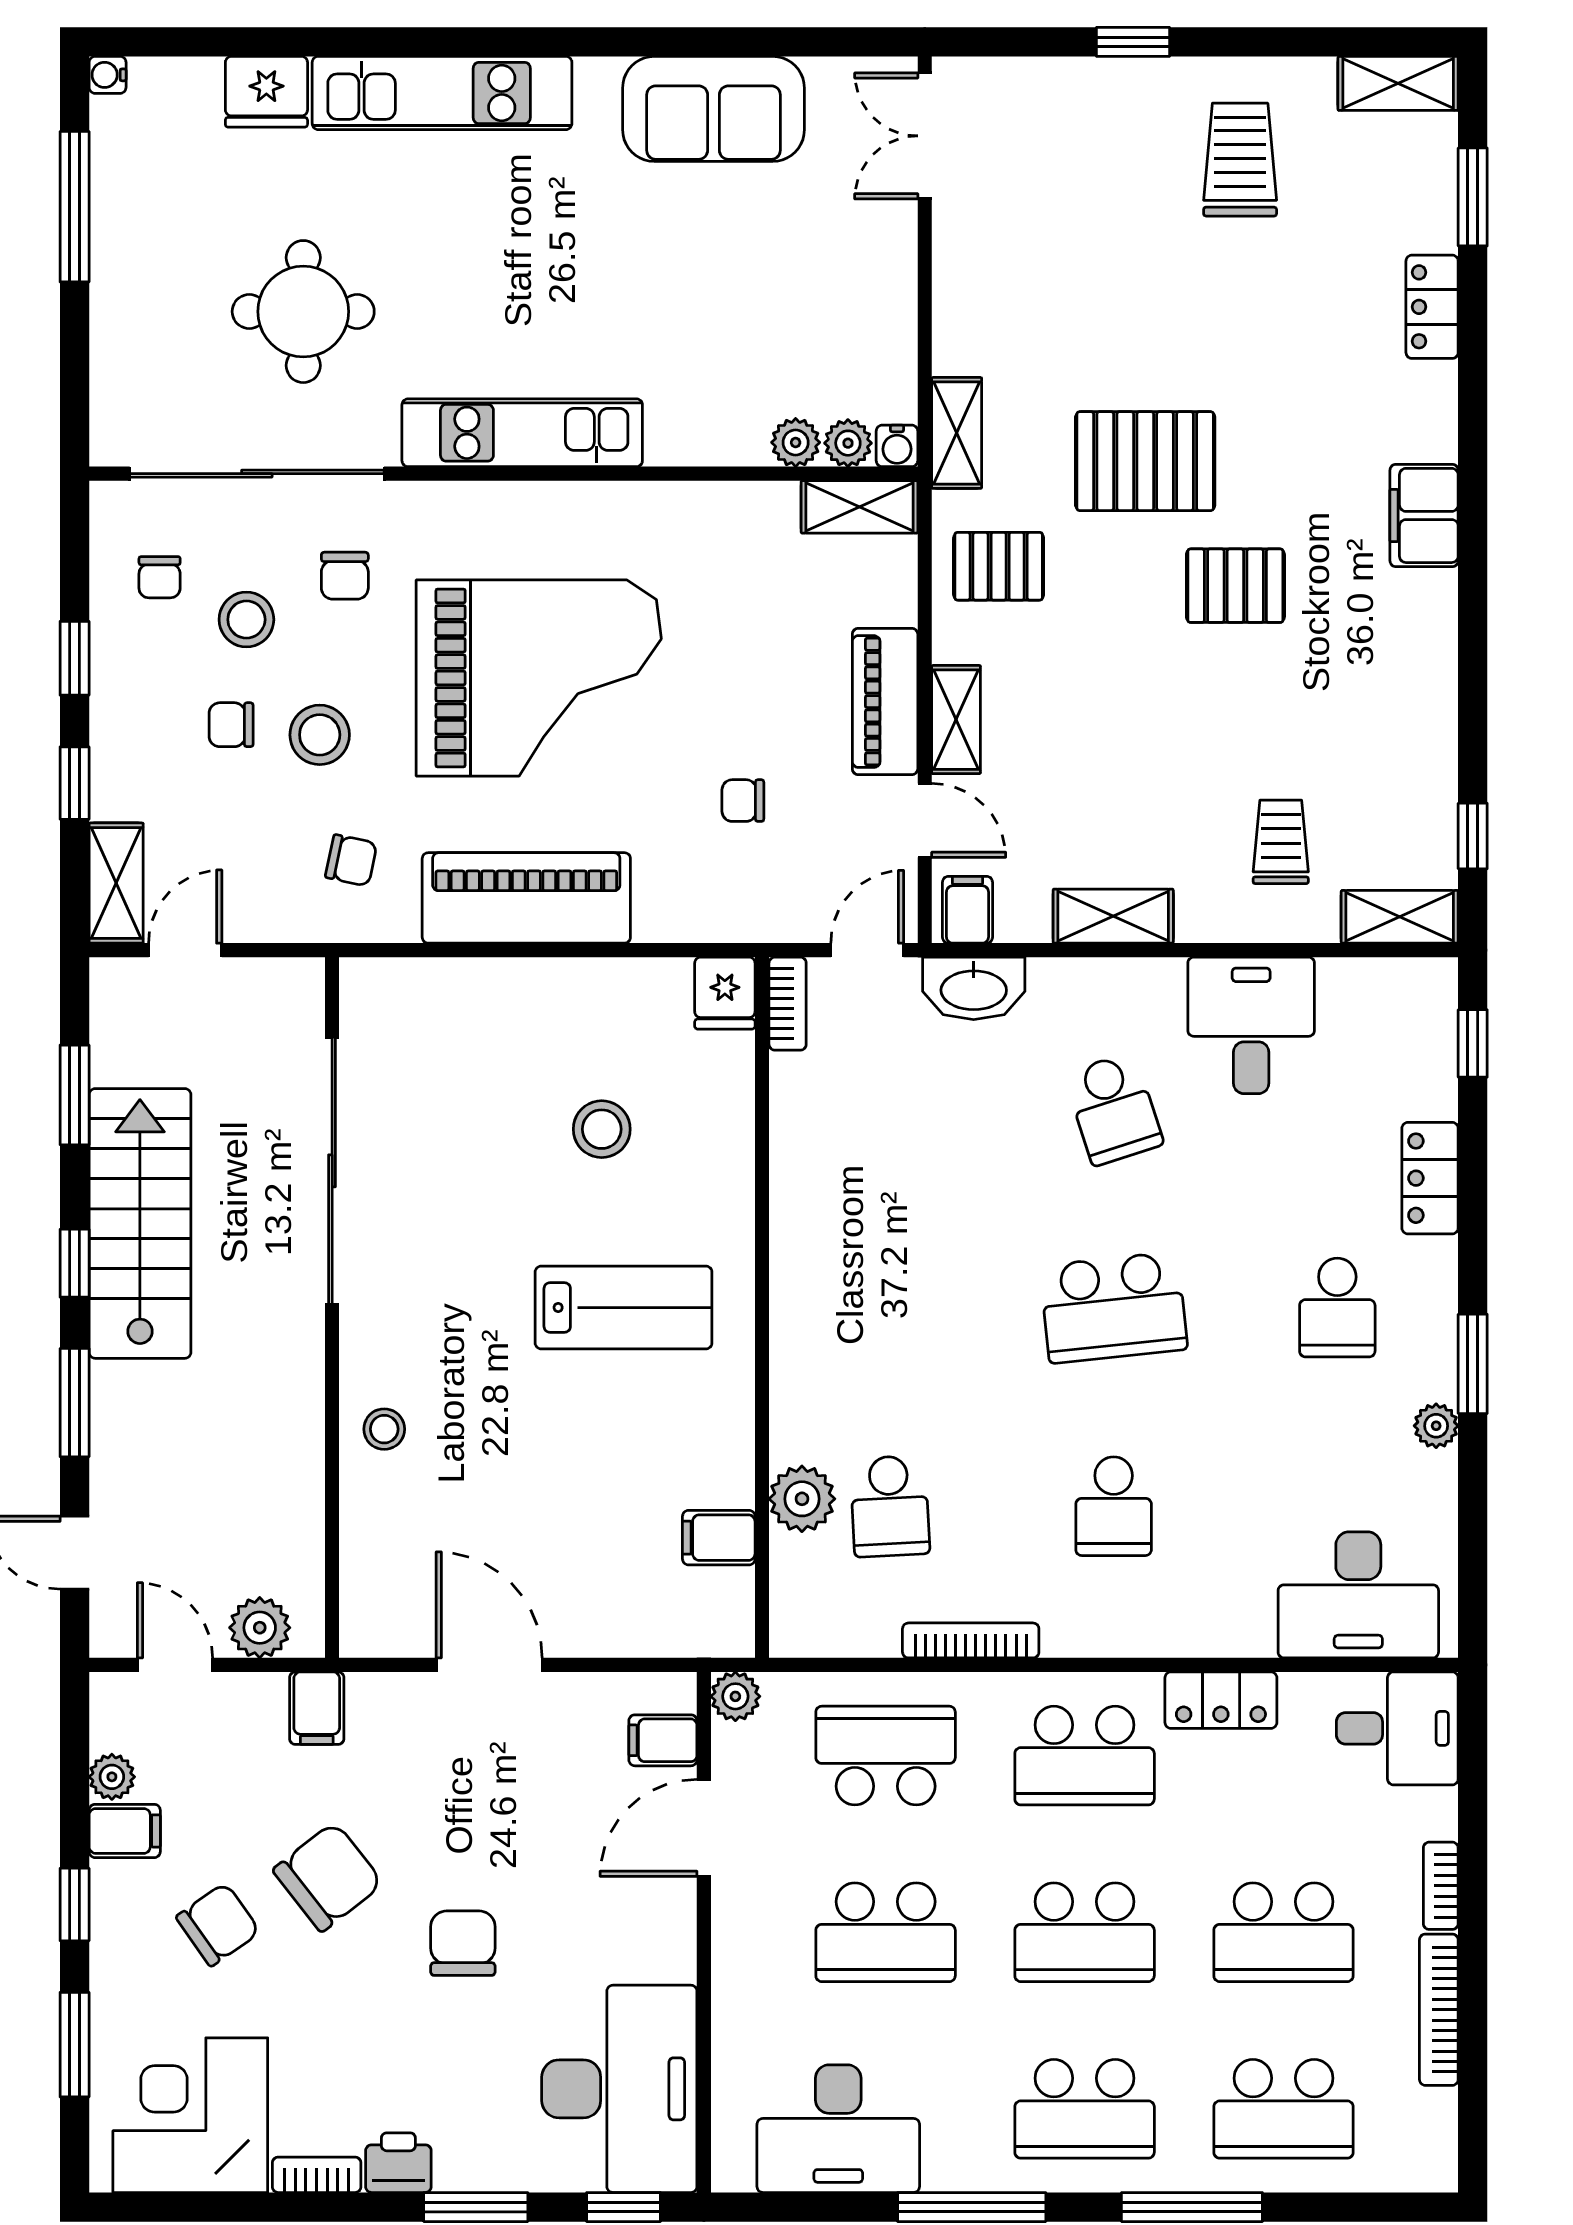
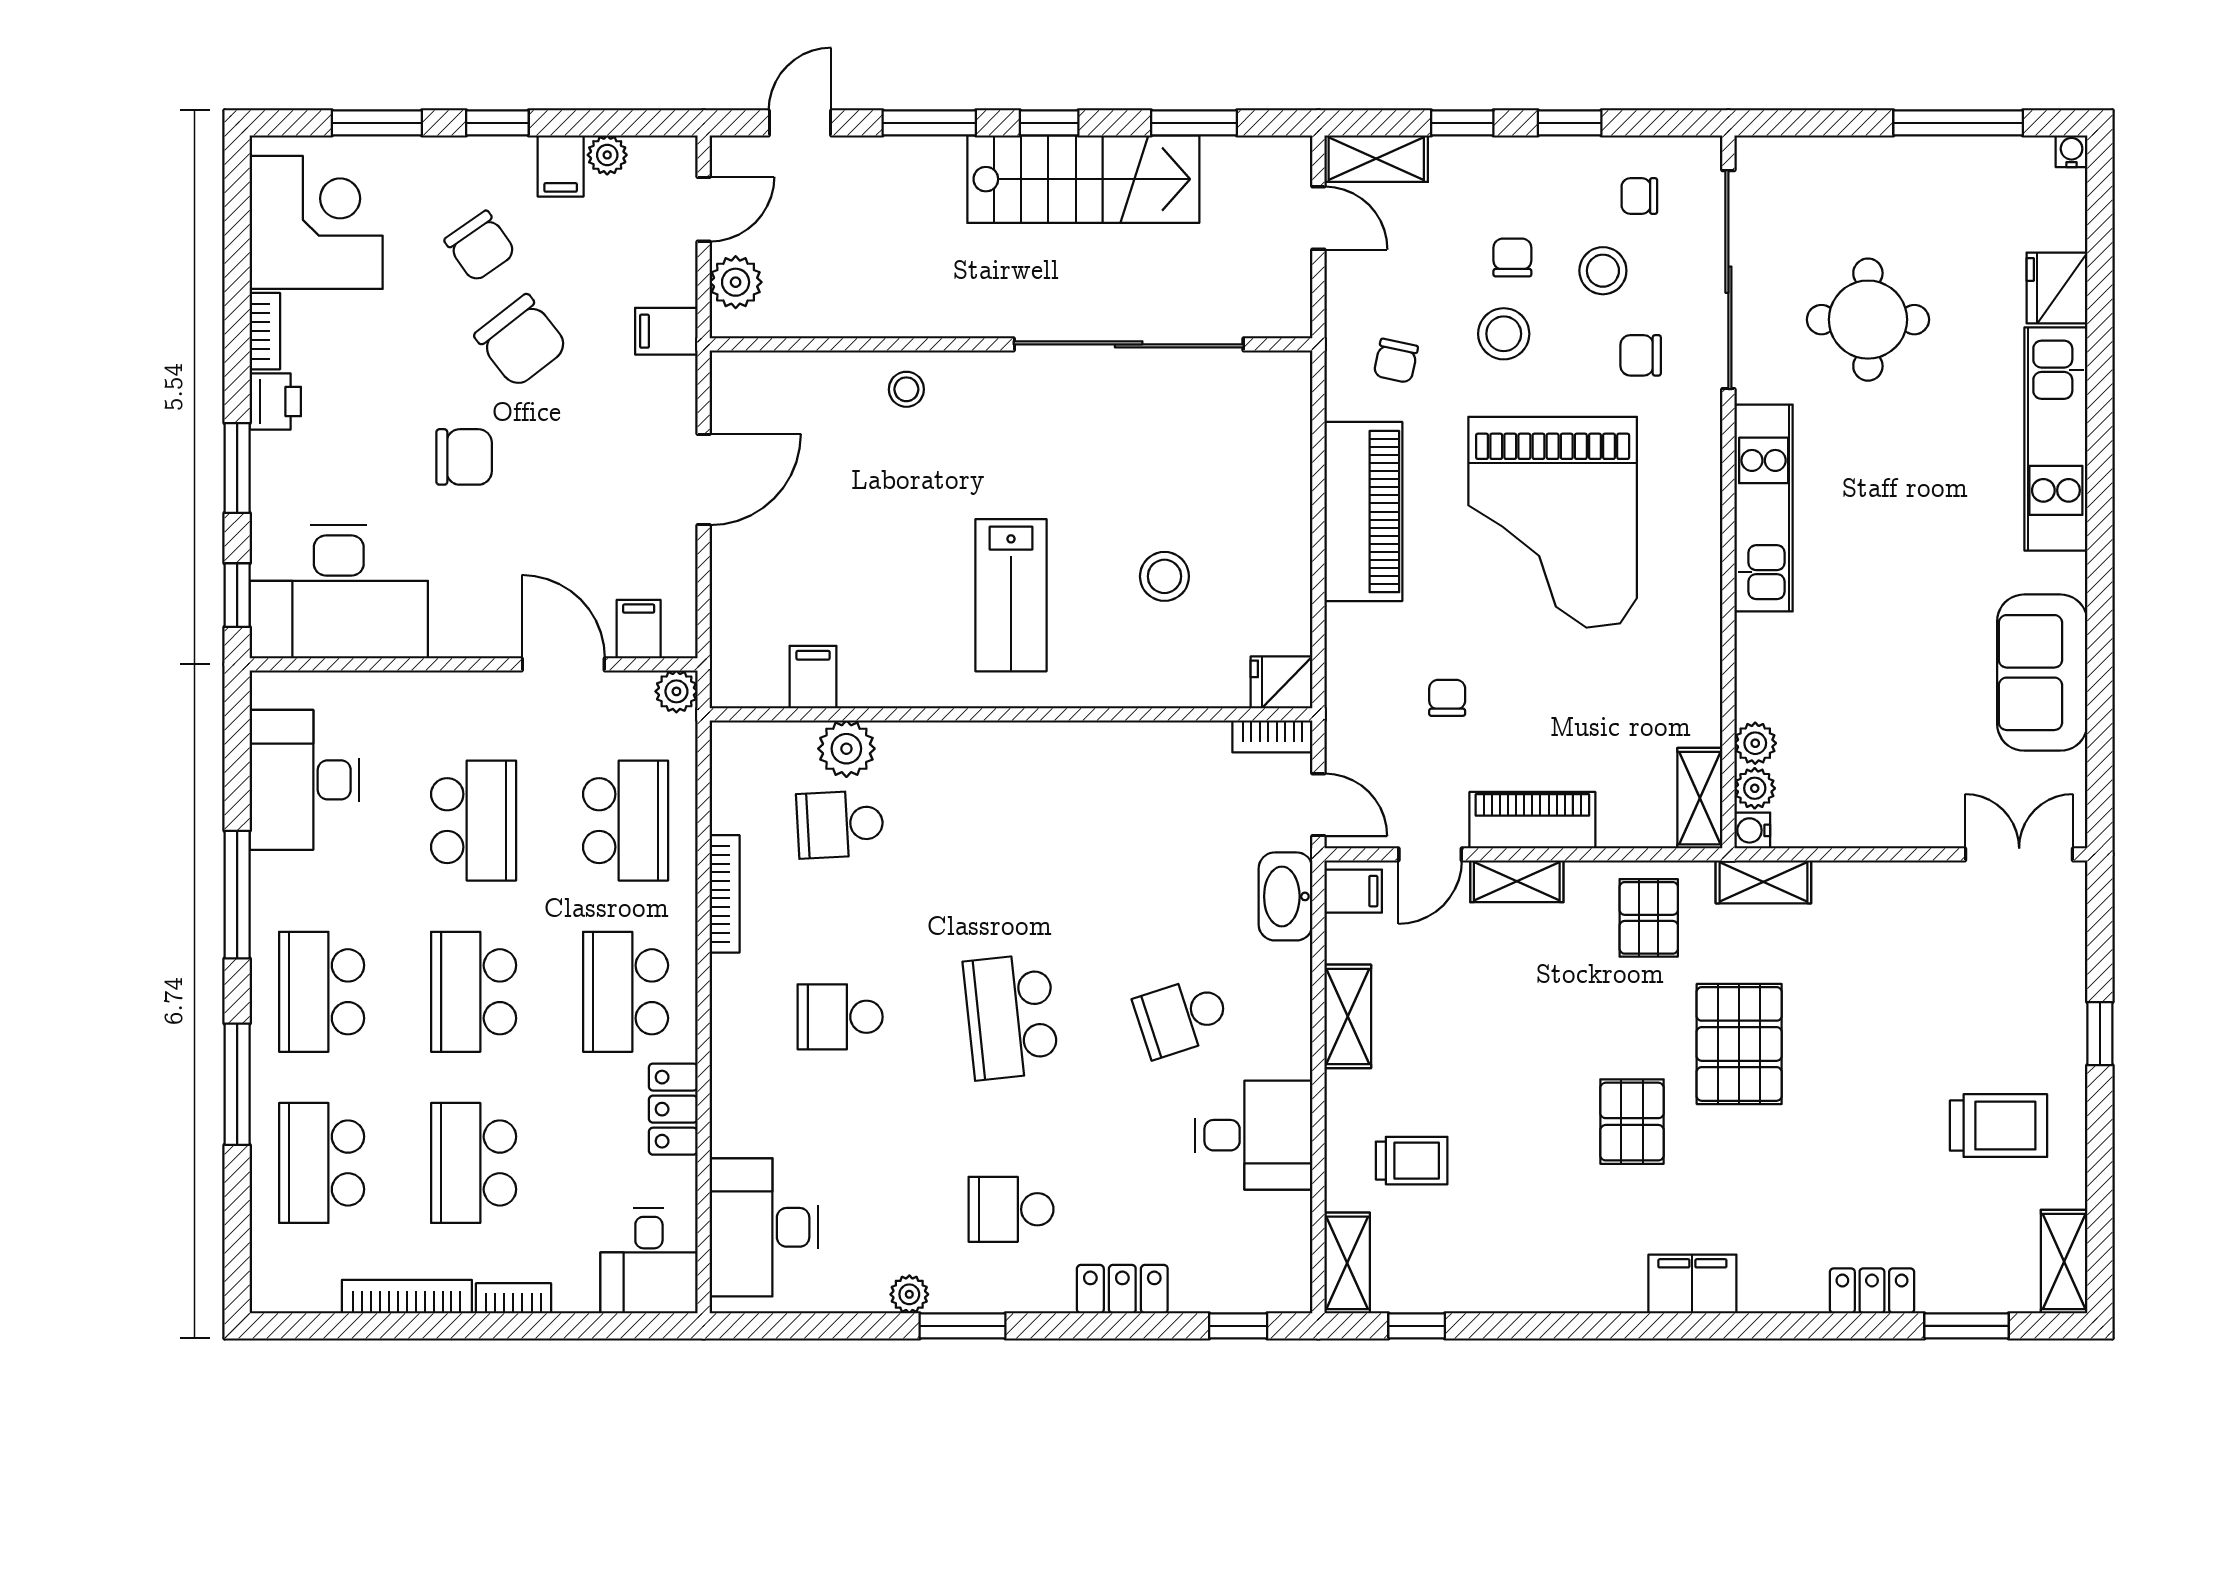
school desk: (886, 1932) -> (474, 821), turned 180

